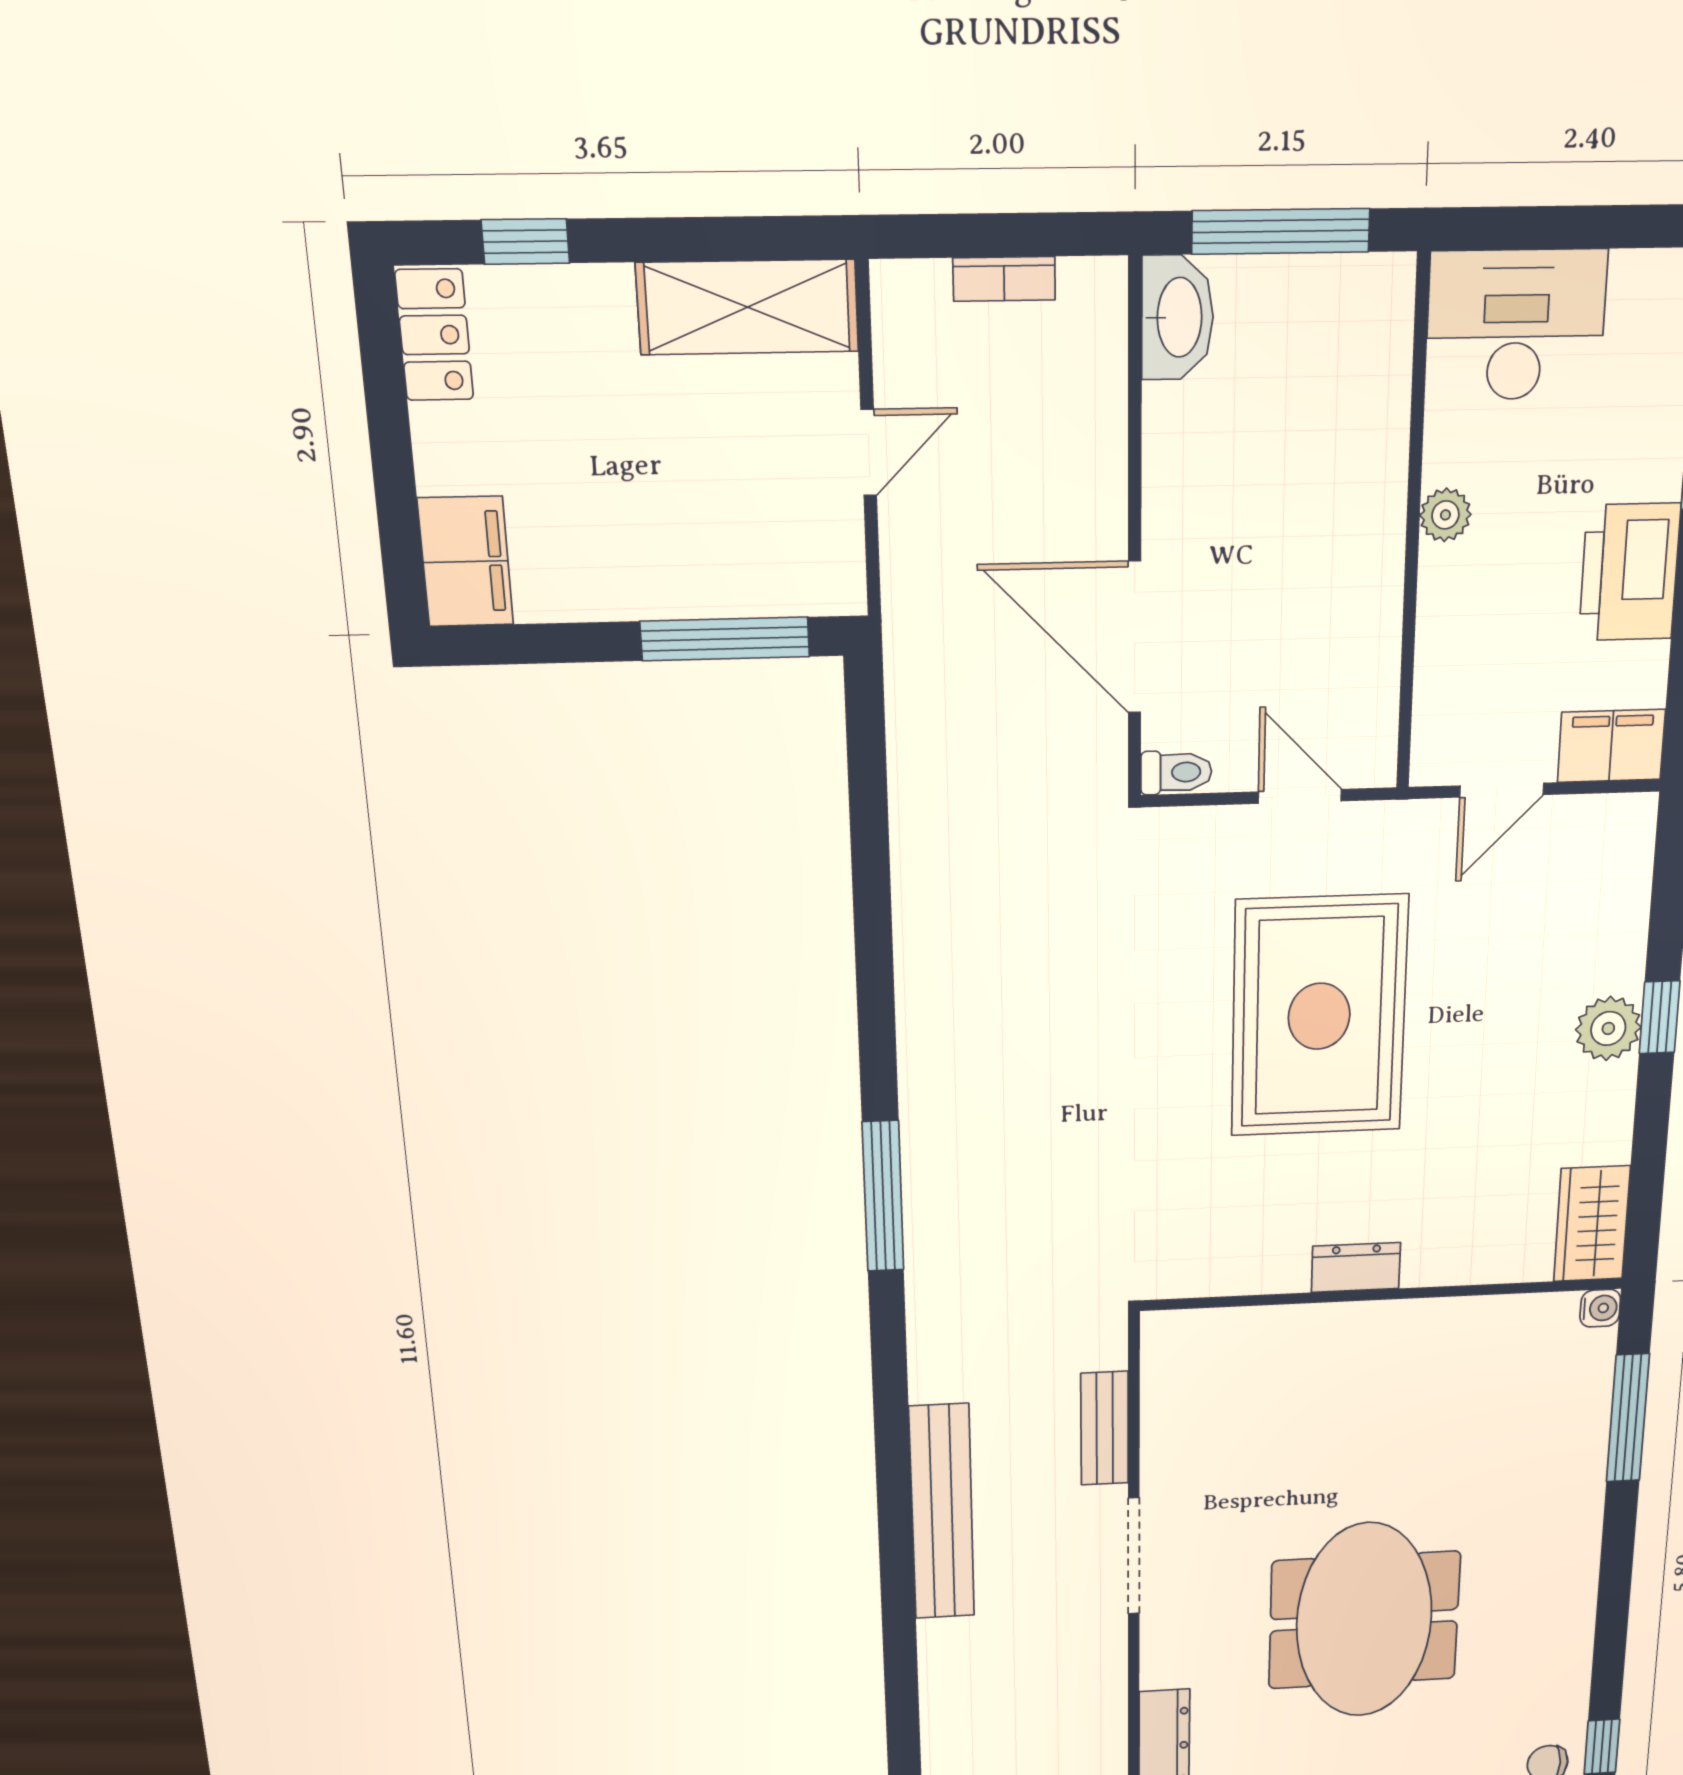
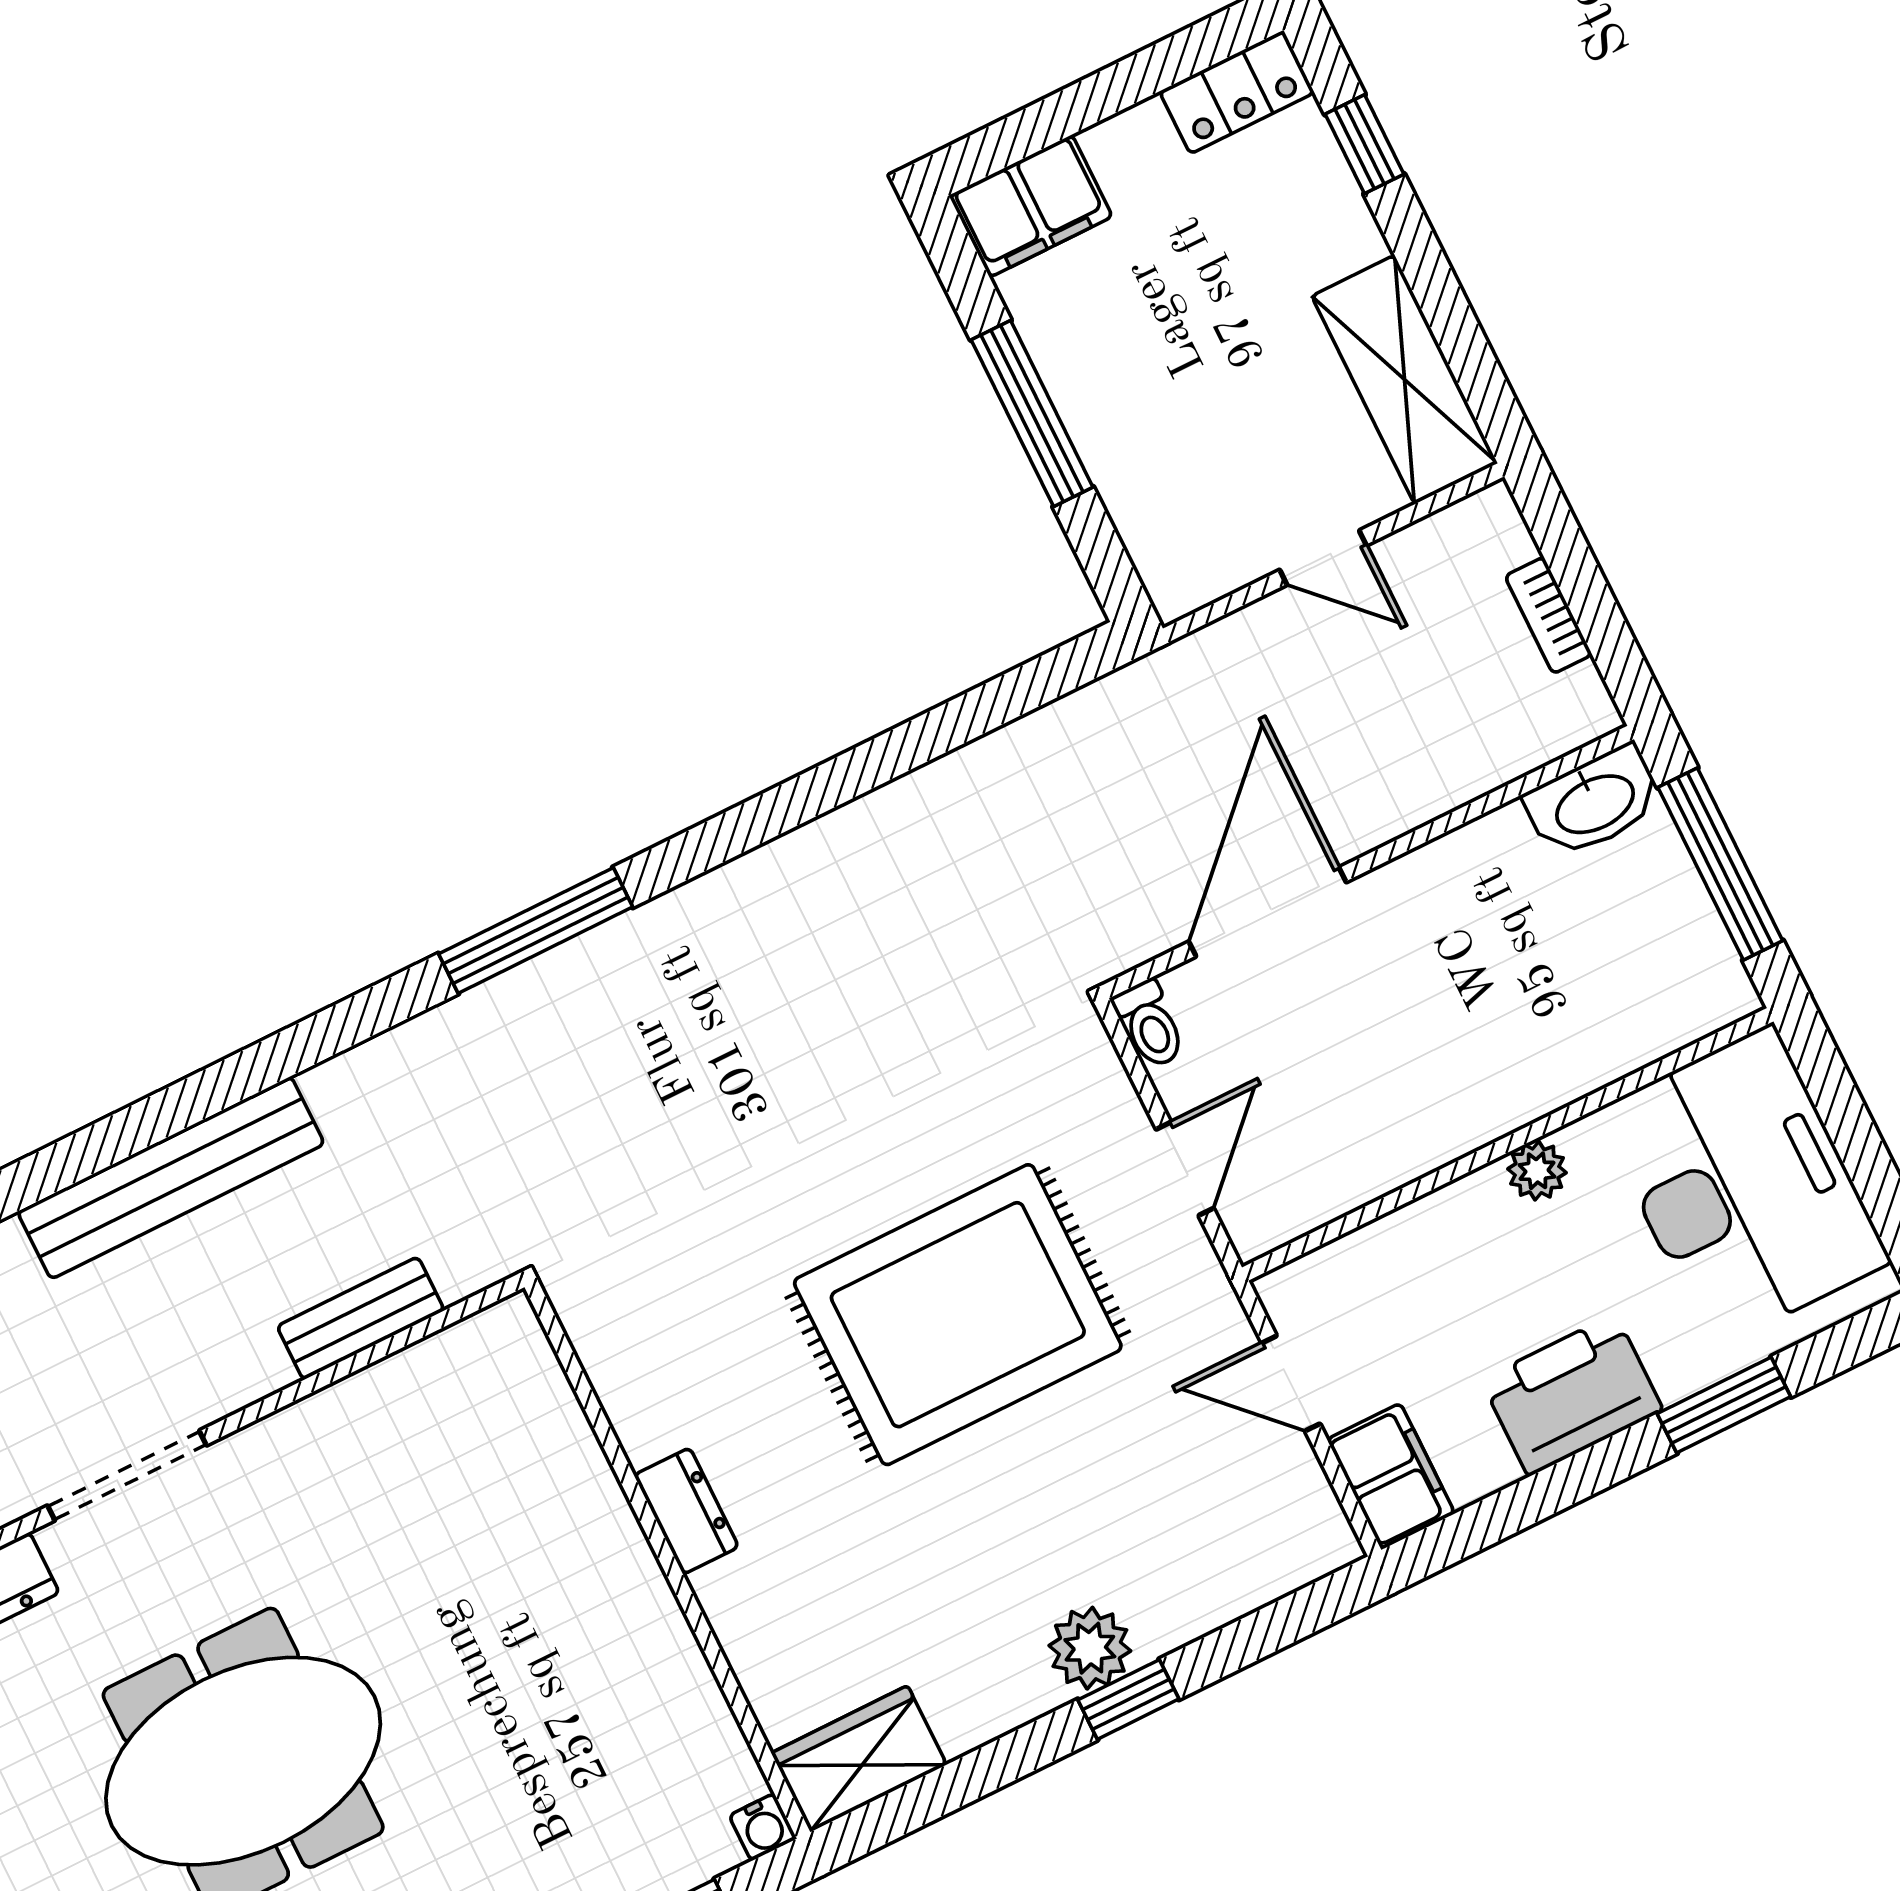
desk: (1516, 325) -> (1743, 1186), width x1.36, depth x1.30
window: (725, 639) -> (1032, 414), moved
doorway: (1134, 1556) -> (127, 1475), moved

